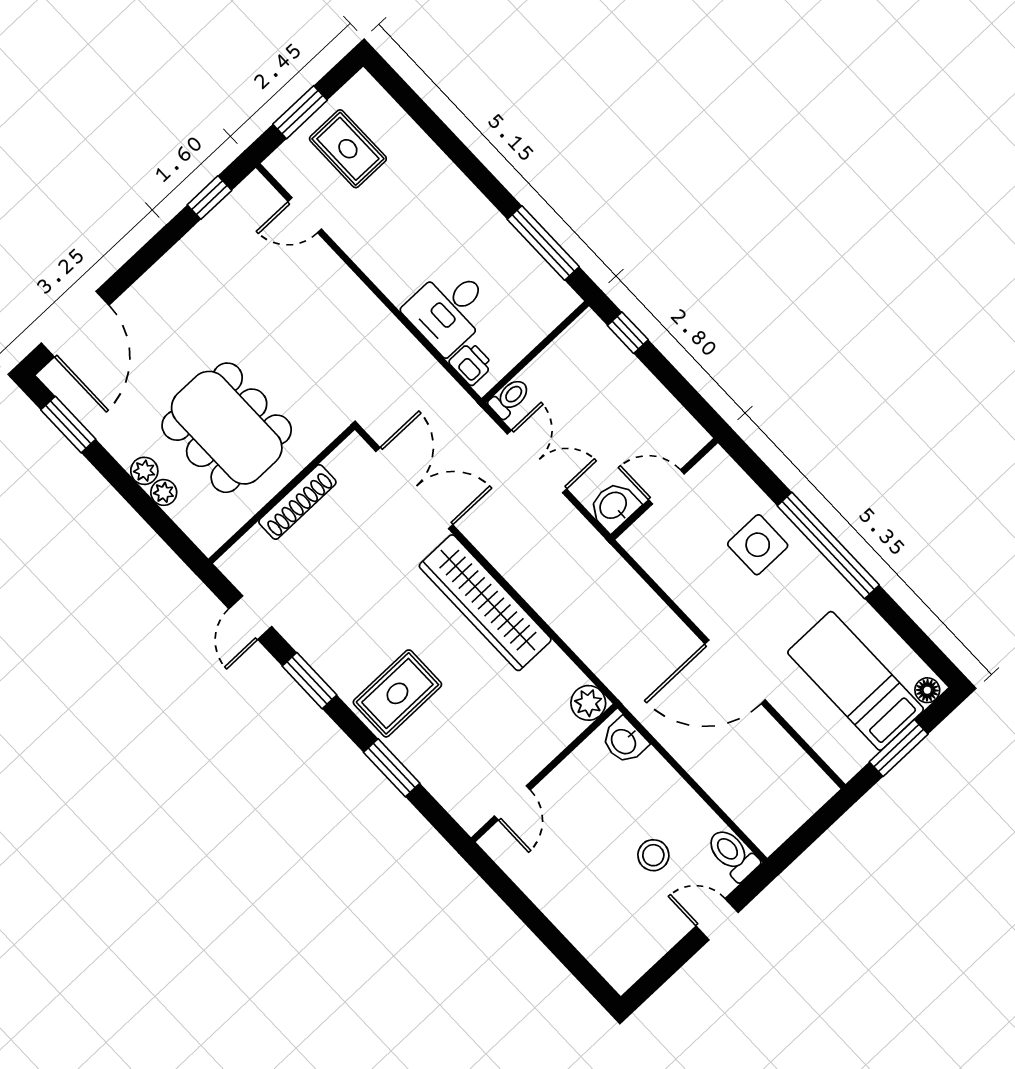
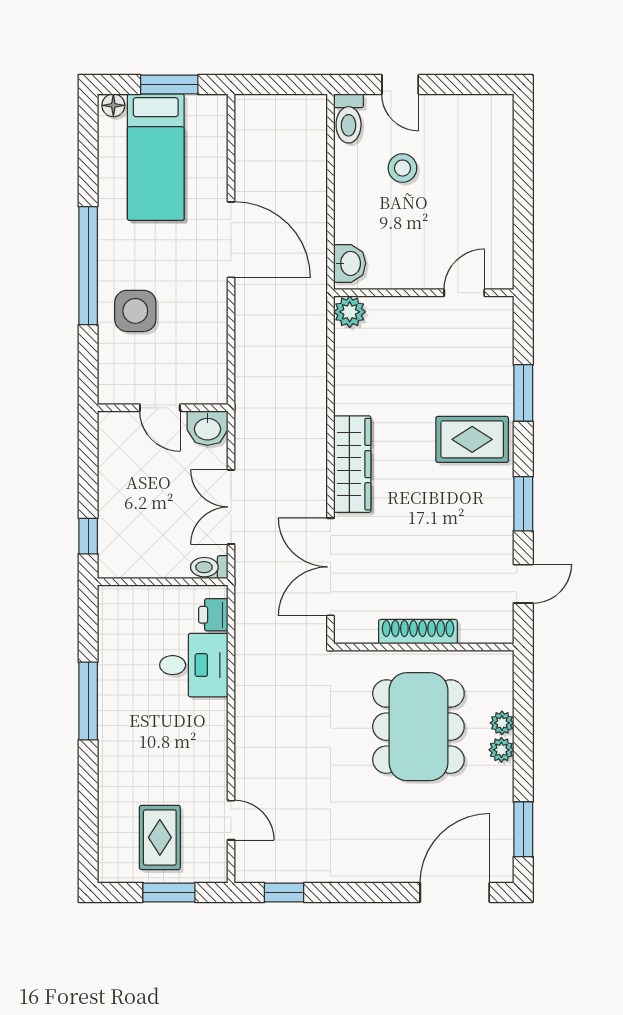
window: (543, 243) -> (88, 701), moved
wardrobe: (485, 603) -> (352, 464), width x0.71, depth x0.85

